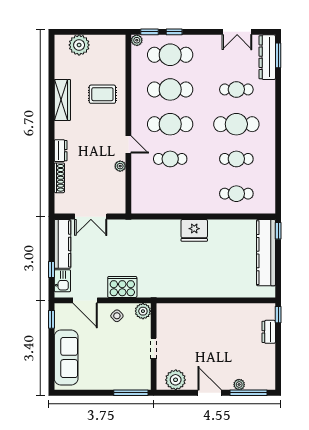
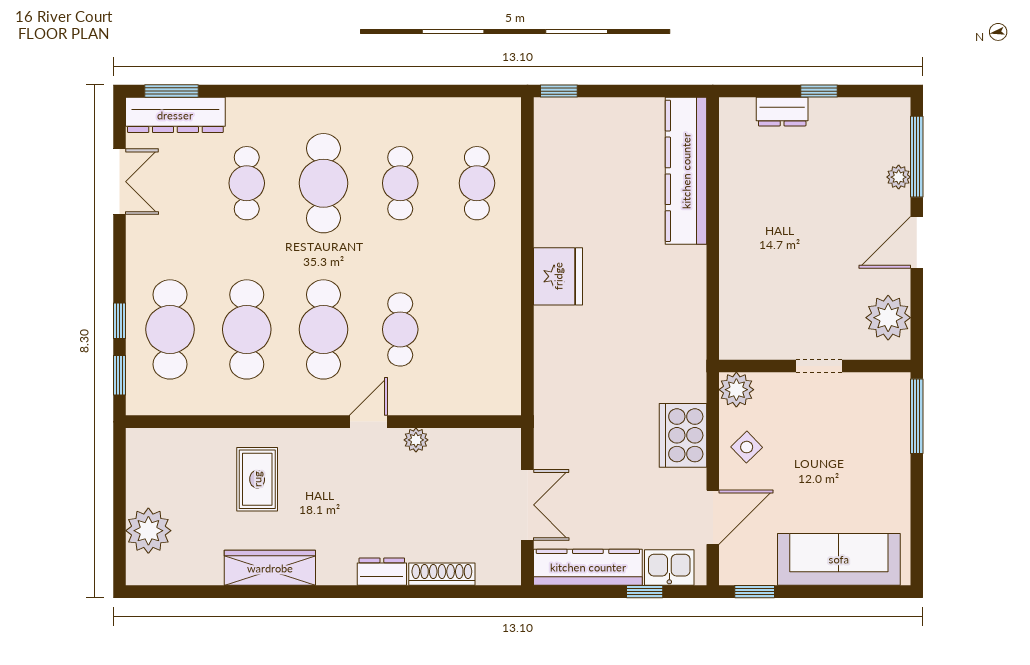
plant: (137, 40) -> (138, 403), removed
kitchen counter: (266, 253) -> (686, 171), moved, turned 90
window: (278, 315) -> (819, 91), moved

